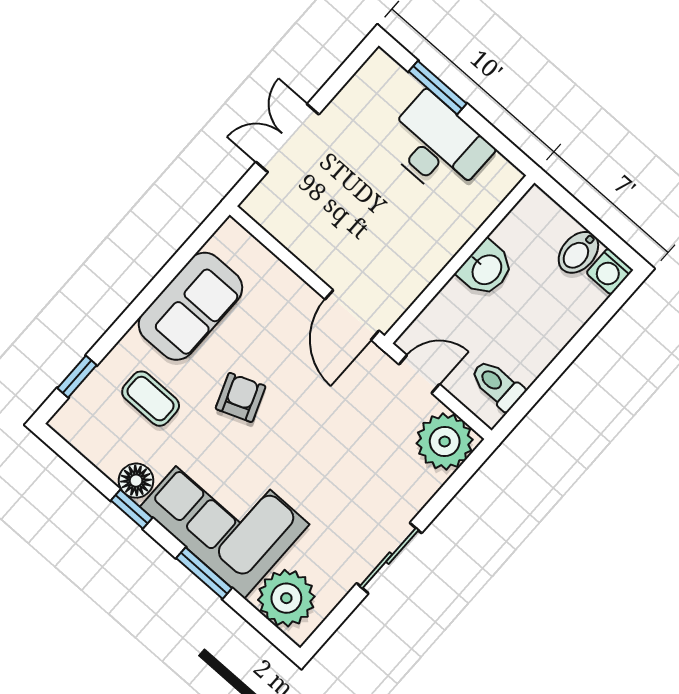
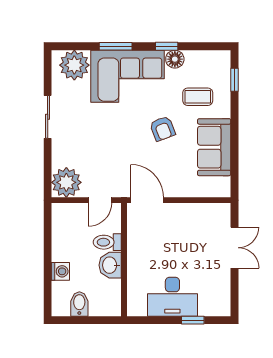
window: (438, 88) -> (193, 320), width x0.67
washing machine: (610, 271) -> (60, 271), moved, turned 90
toilet: (497, 385) -> (107, 242), moved, turned 180

